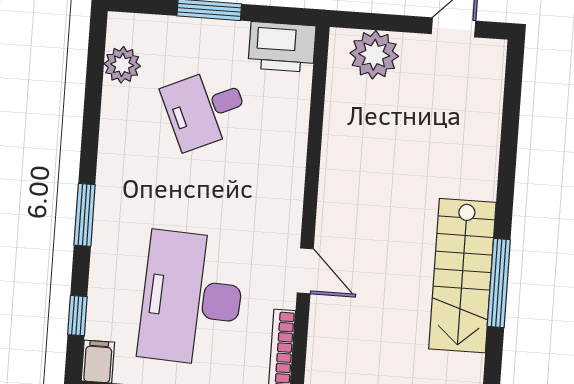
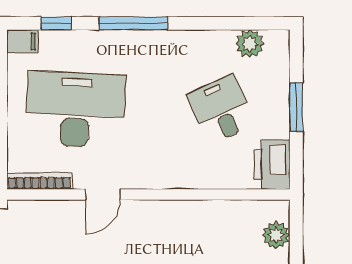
plant: (374, 55) -> (276, 235), width x0.73, depth x0.73
window: (85, 215) -> (133, 23), width x1.44

